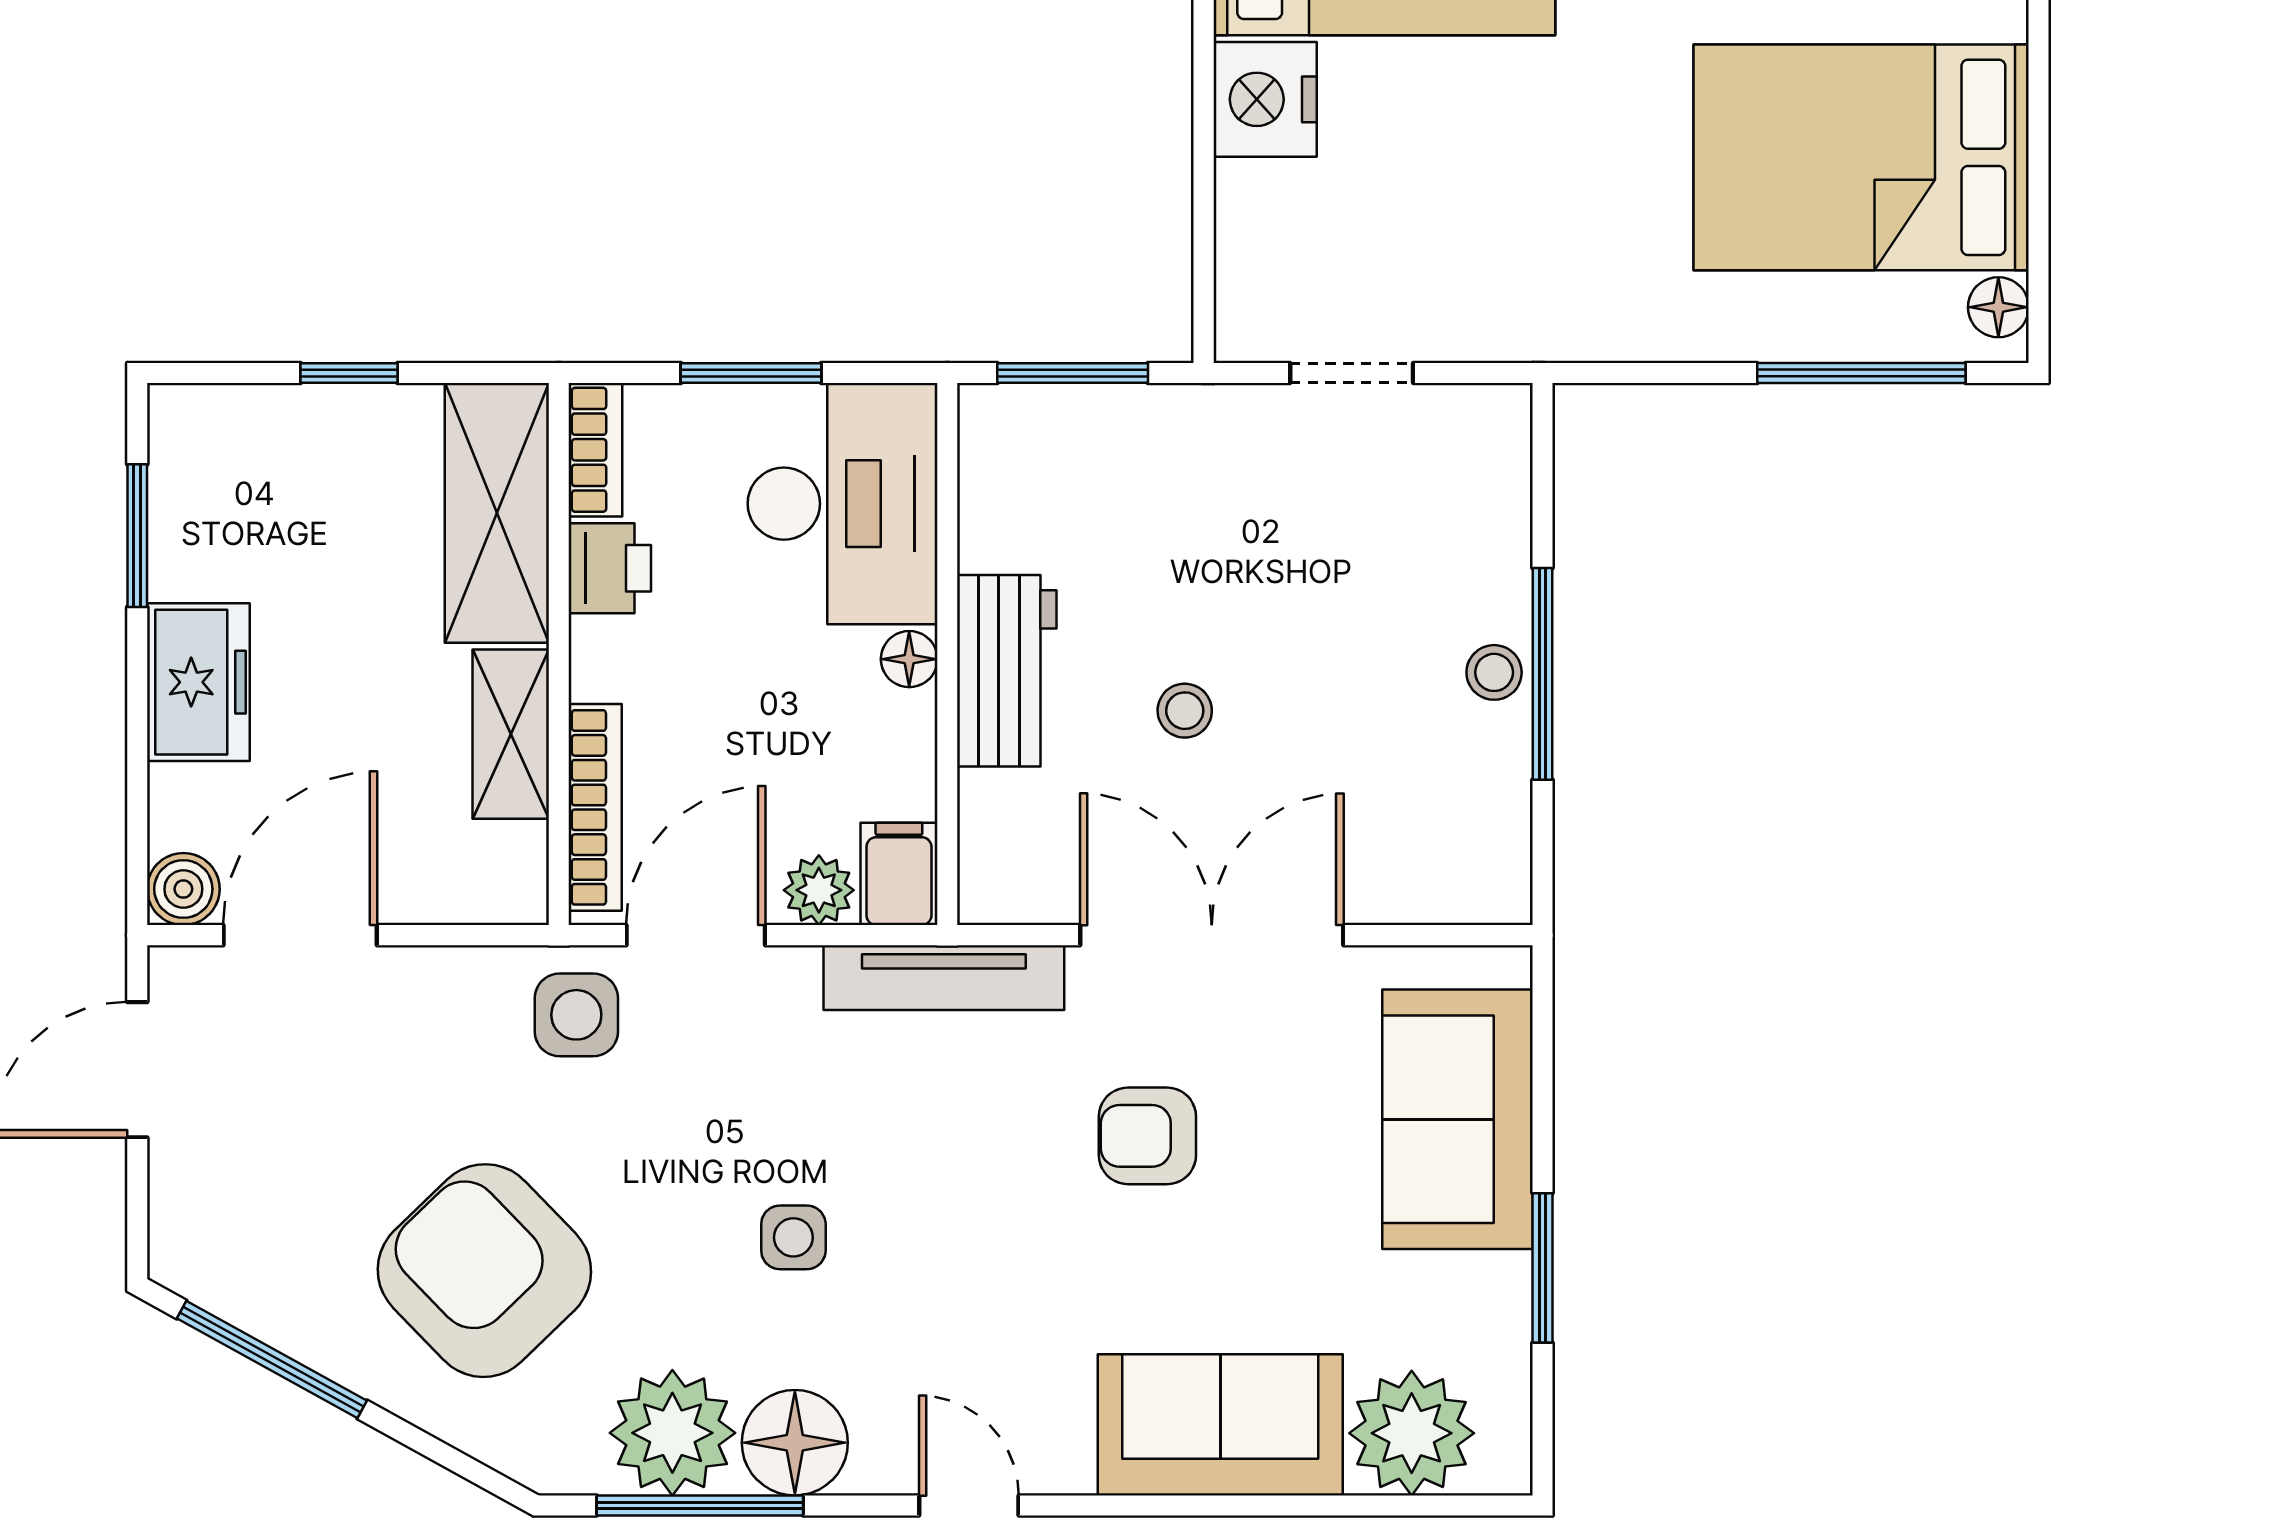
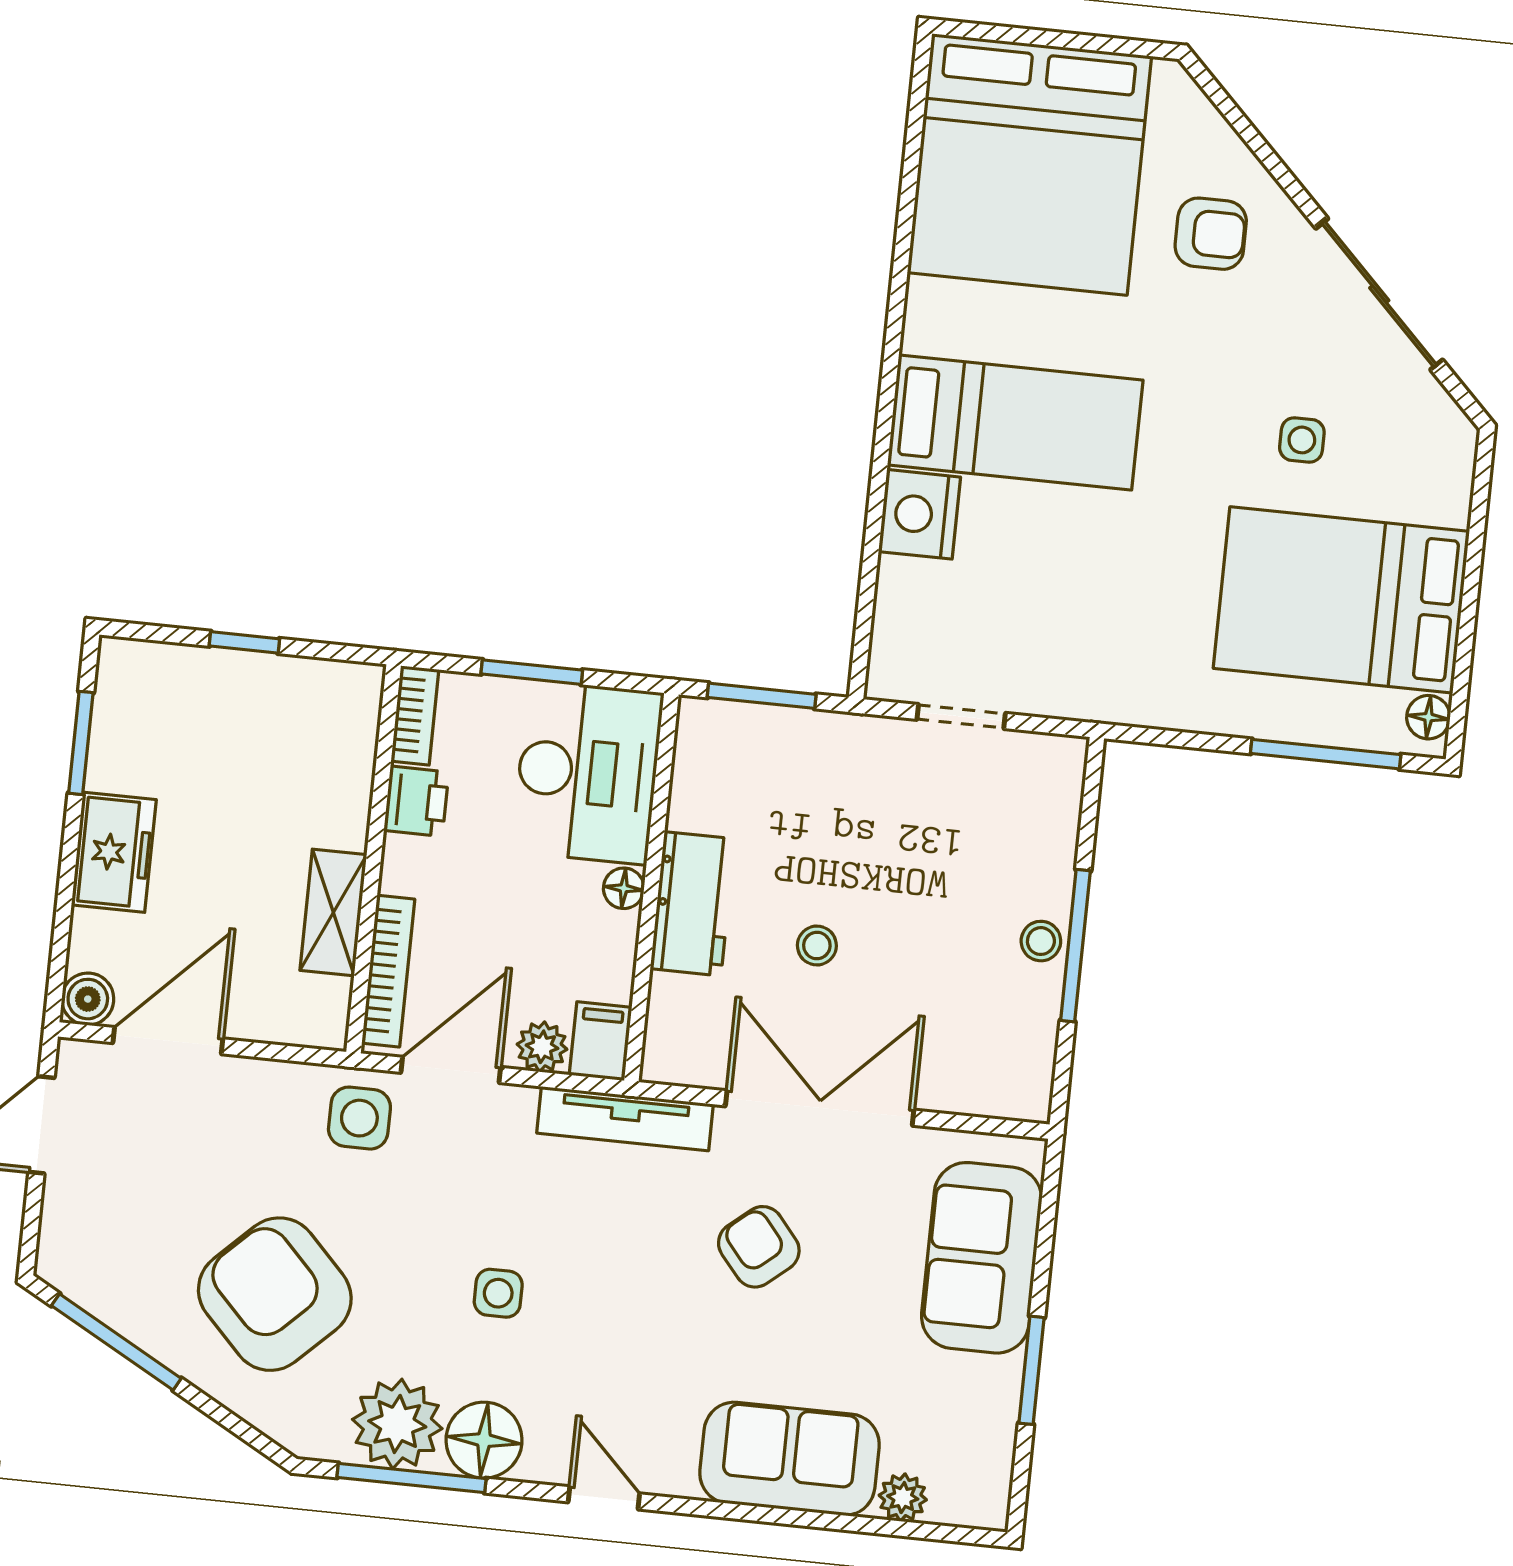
shelving: (497, 513) -> (340, 753), removed
armchair: (1147, 1136) -> (759, 1247), turned 50
plant: (1412, 1433) -> (903, 1498), width x0.53, depth x0.53

